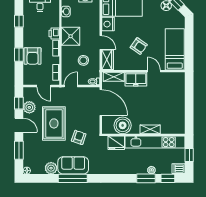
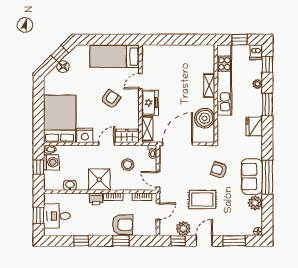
rug: (54, 123) -> (202, 199), width x0.73, depth x0.70
fridge: (116, 143) -> (254, 126), moved, turned 180
window: (146, 178) -> (267, 105), moved

